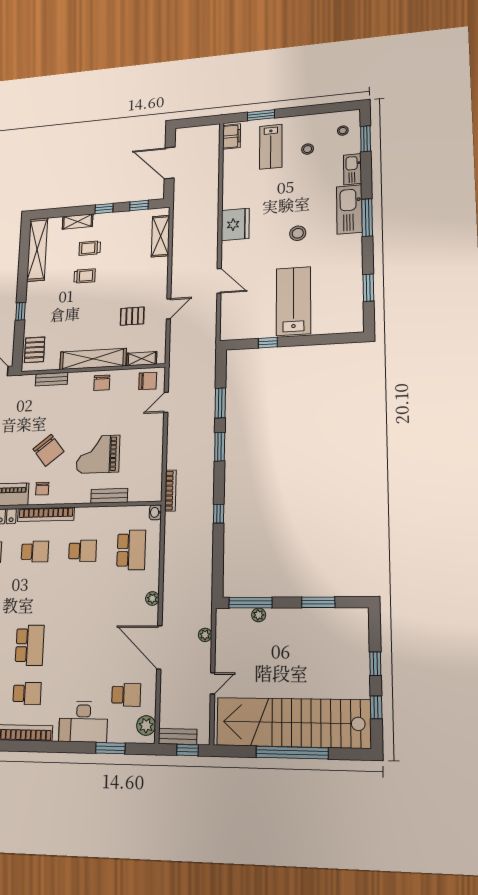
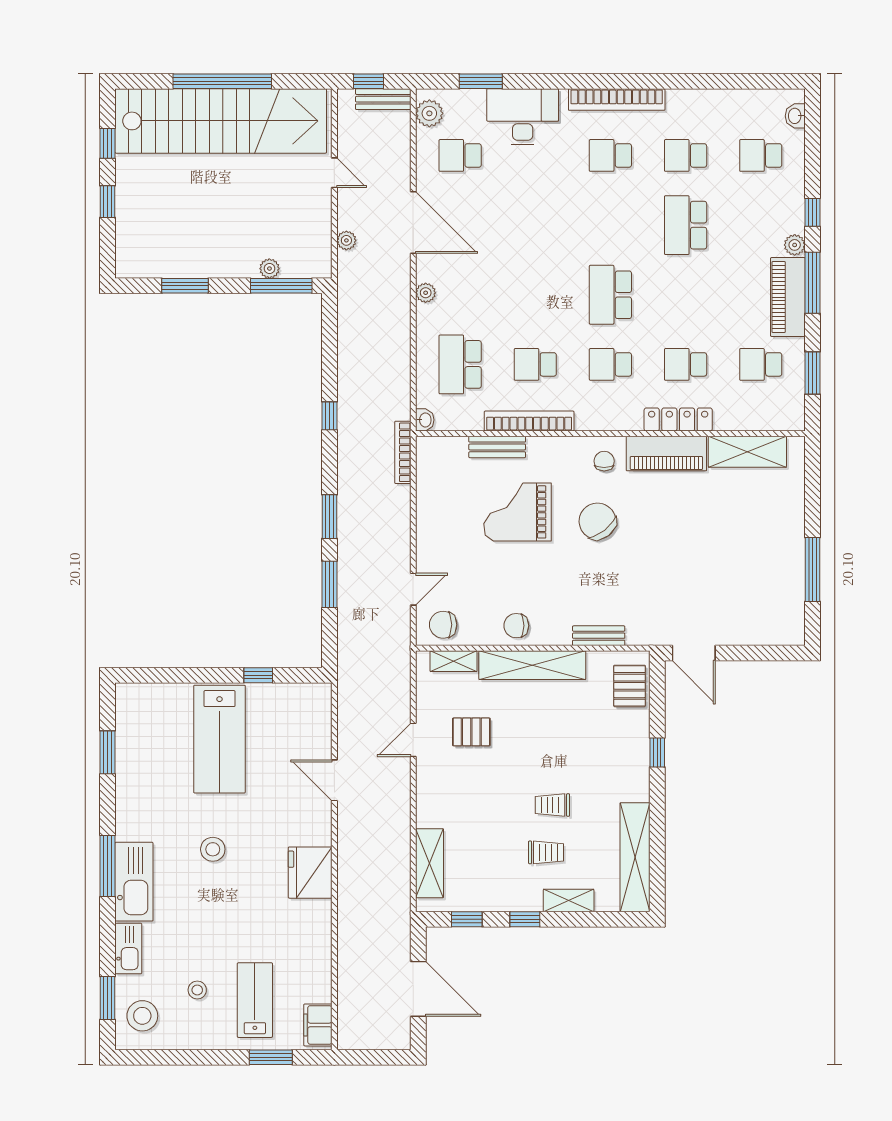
stool: (343, 131) -> (142, 1016), width x1.89, depth x1.89
chair: (102, 383) -> (516, 626), turned -90
grand piano: (98, 454) -> (518, 512), turned 180
bookcase: (46, 514) -> (529, 421), moved
school desk: (30, 645) -> (610, 295), moved
door: (213, 683) -> (334, 173), swing flipped

